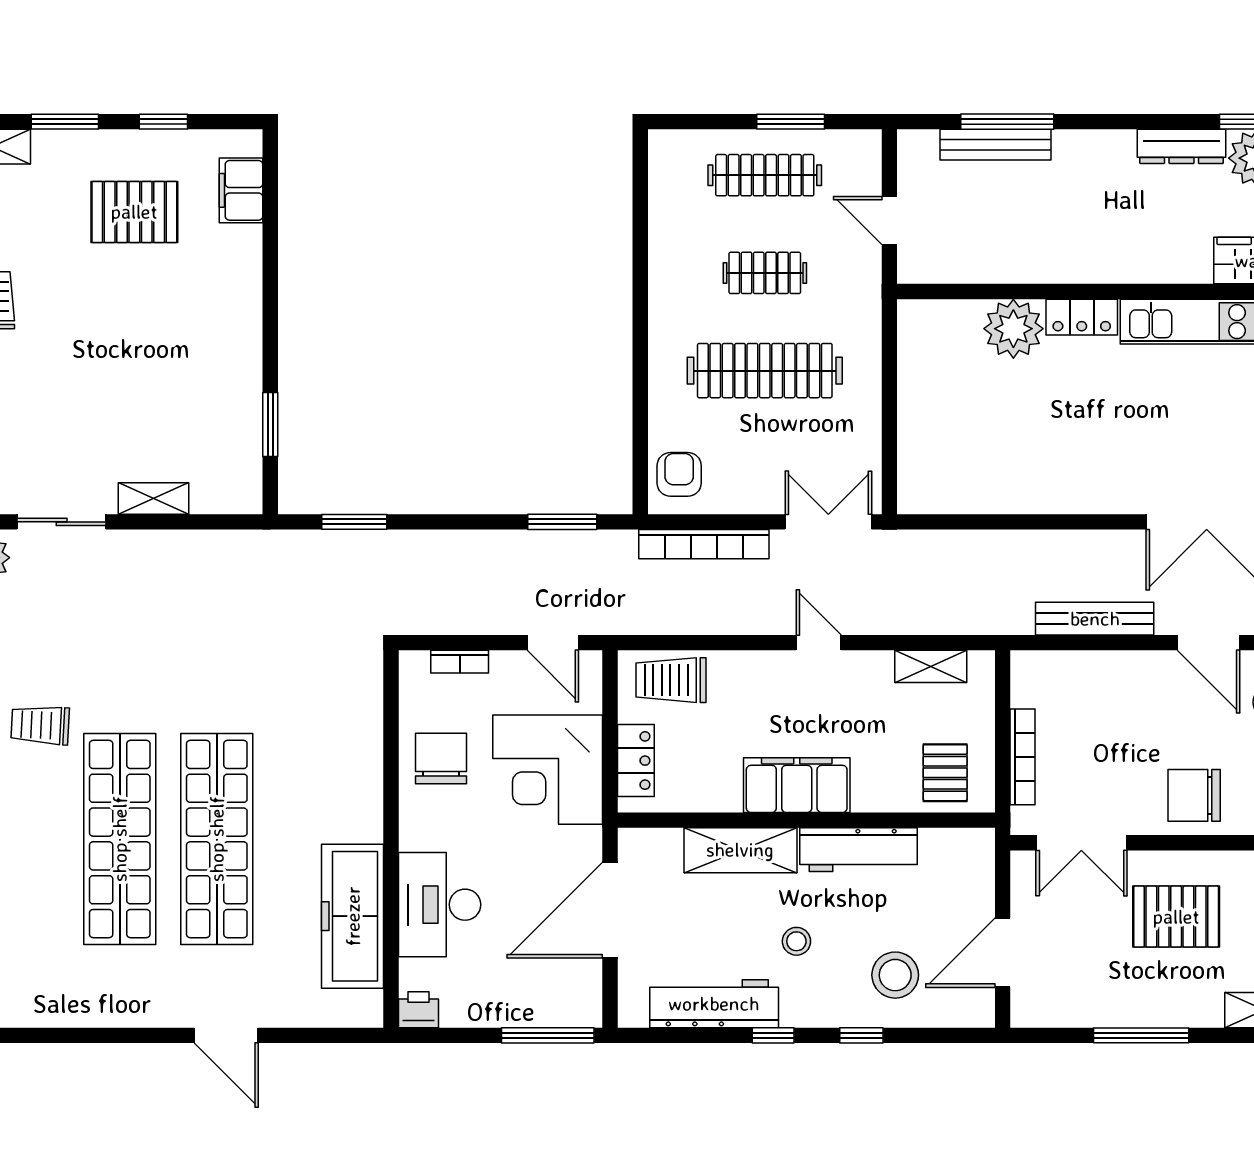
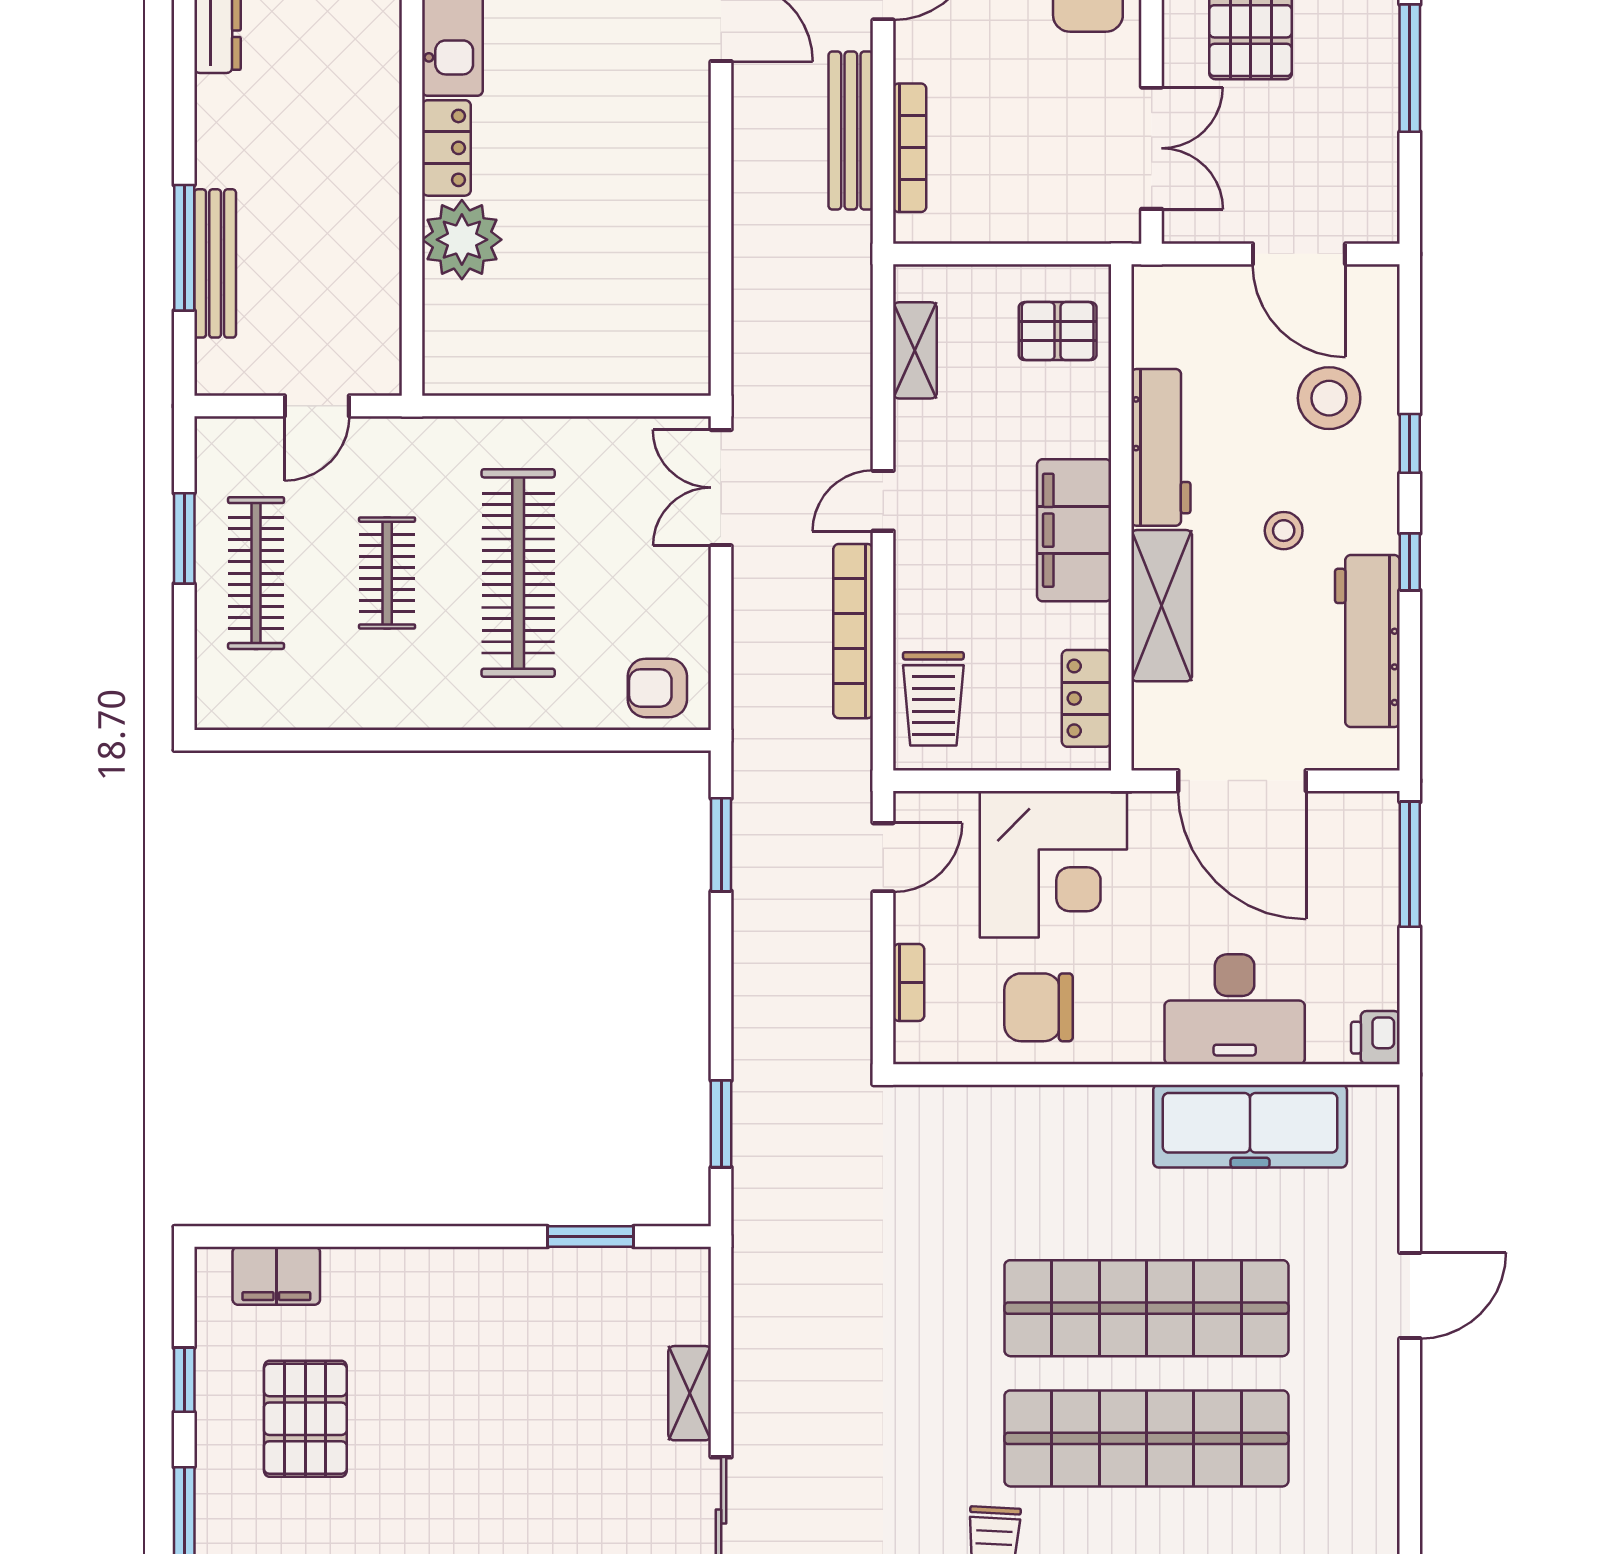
bookcase: (704, 544) -> (853, 631), moved, turned 180
bookcase: (1022, 757) -> (910, 148), moved, turned 90
locker: (636, 761) -> (1087, 698), moved, turned -90

